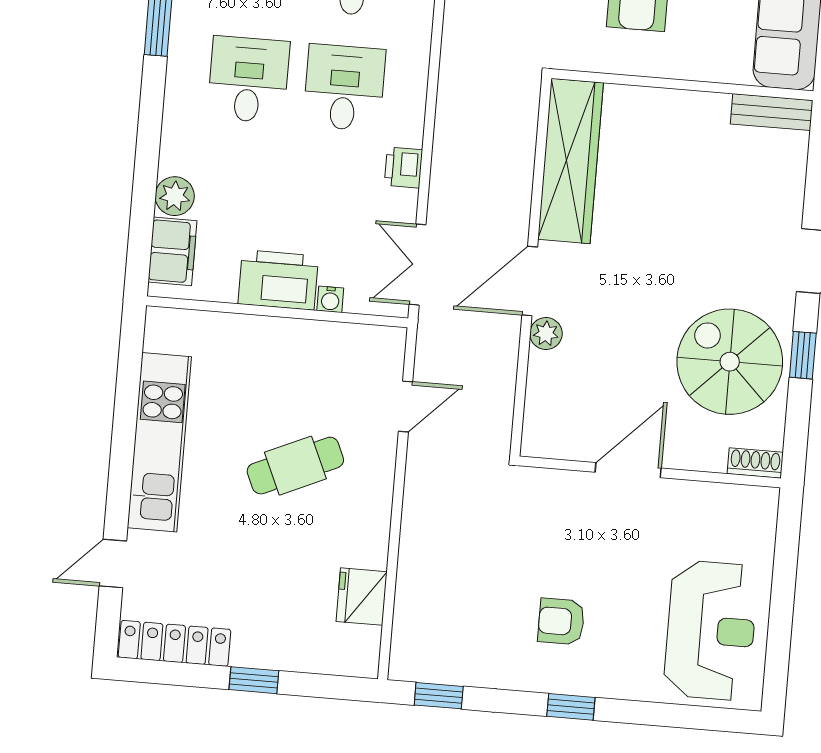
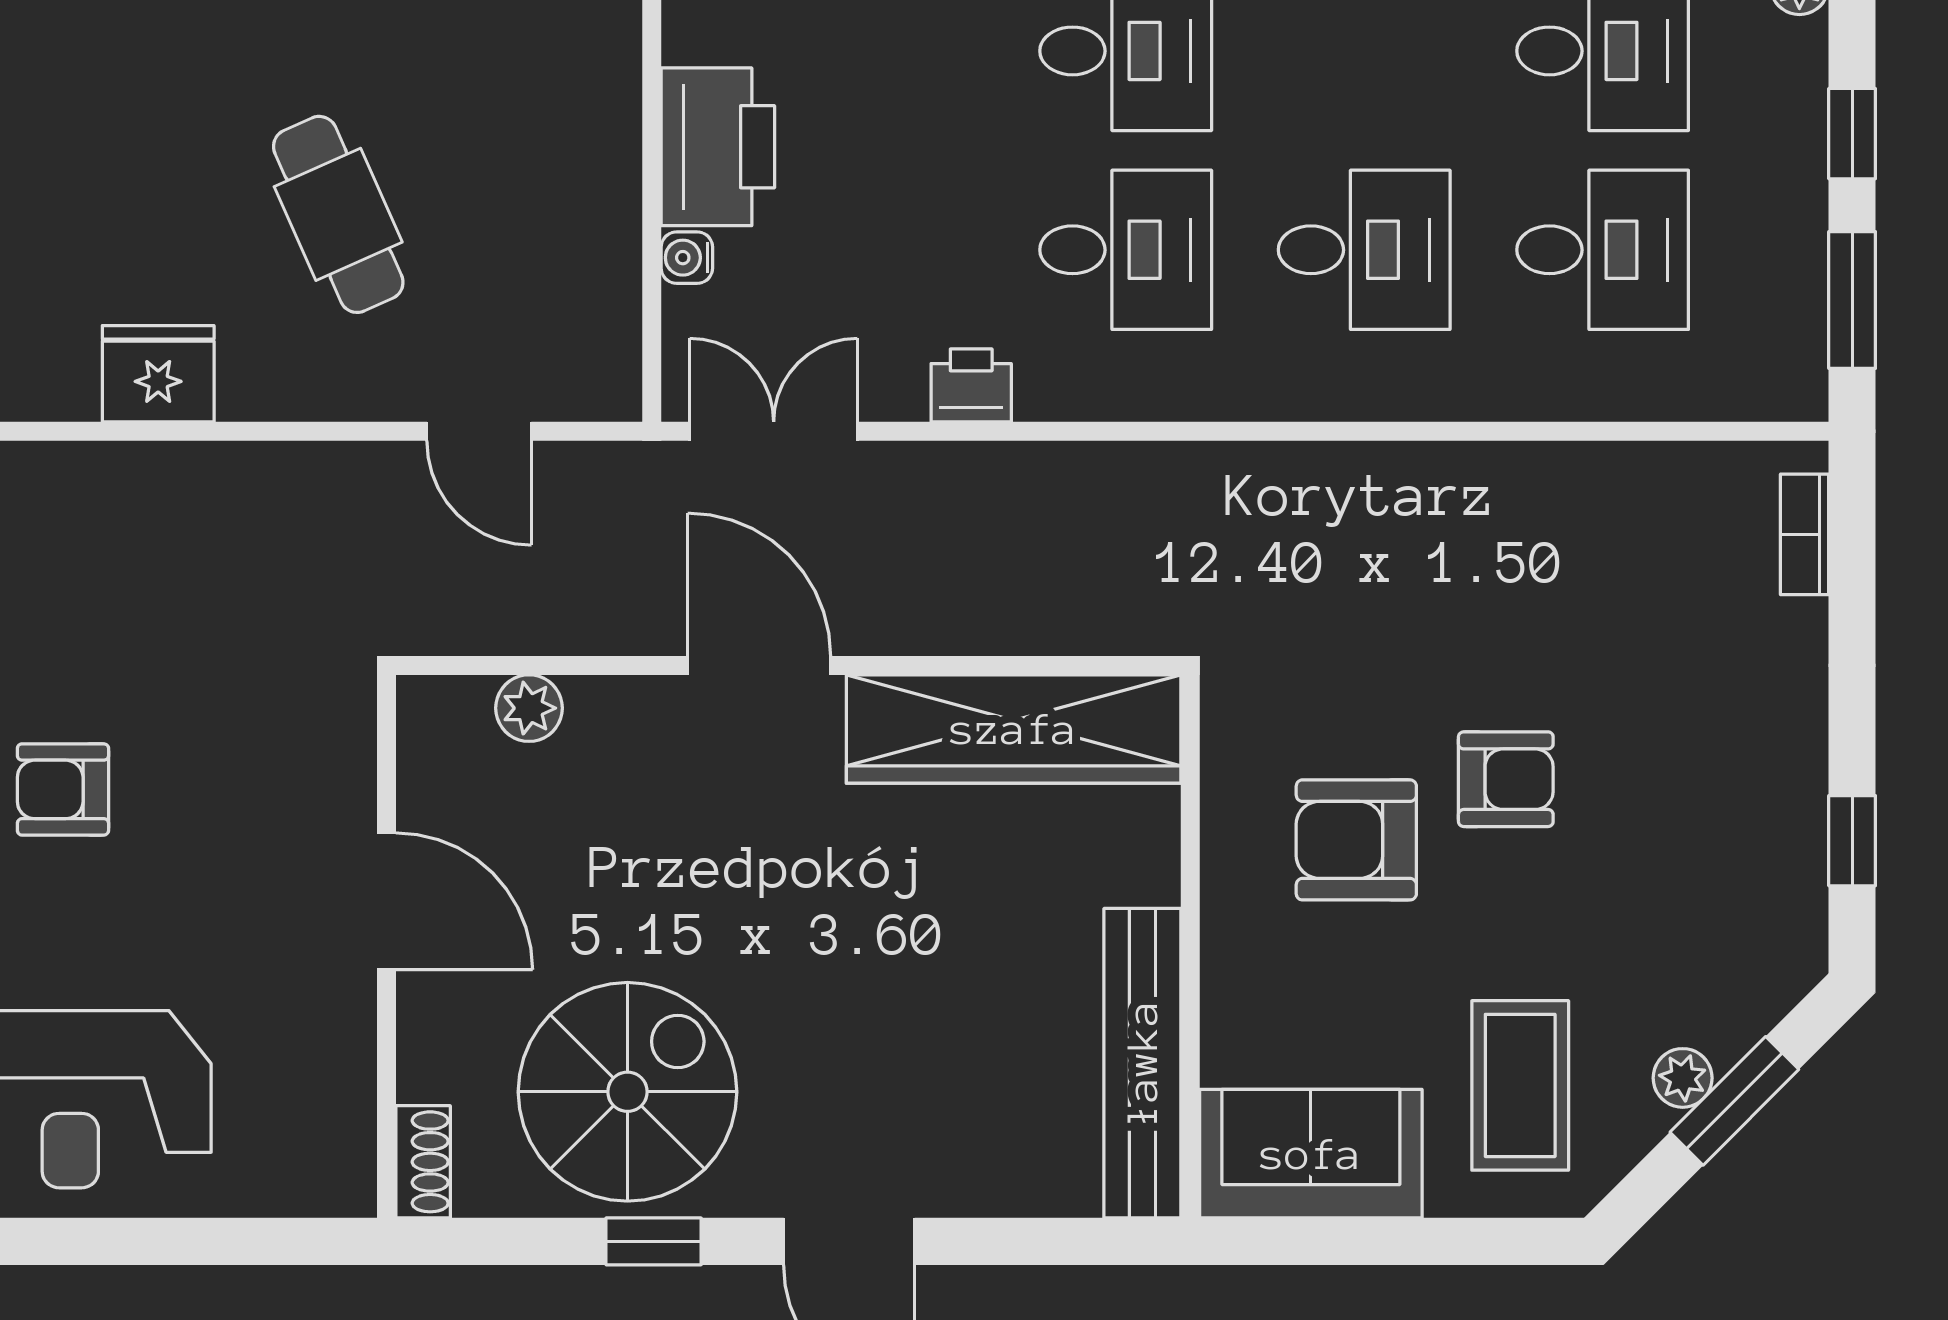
bench: (772, 112) -> (1142, 1063), width x1.86, depth x1.21
plant: (546, 333) -> (529, 708), moved
fridge: (362, 597) -> (158, 374), moved
armchair: (561, 621) -> (63, 789), turned -90

